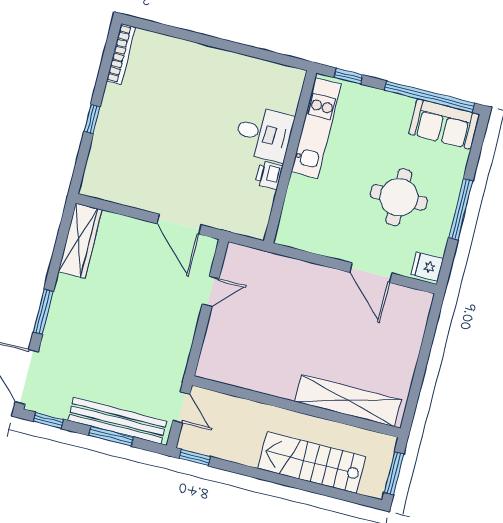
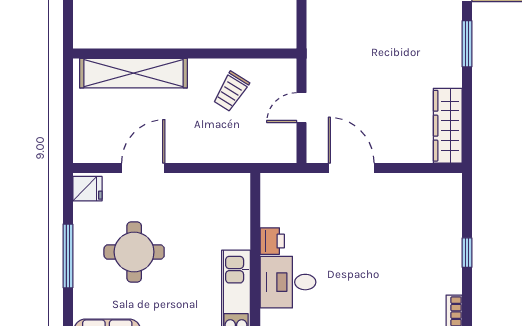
door: (371, 273) -> (143, 168), hinge flipped
trolley: (272, 323) -> (231, 91), added
shelving: (348, 401) -> (134, 73), moved
wall: (296, 407) -> (185, 54), moved

